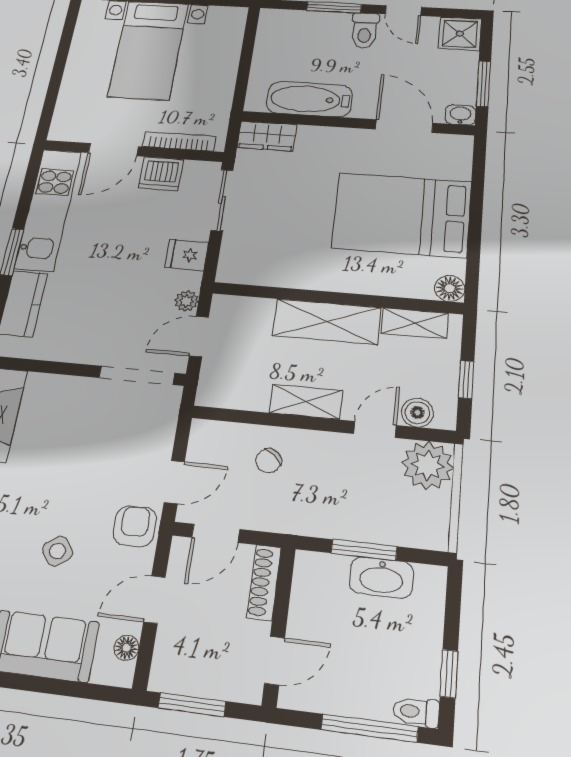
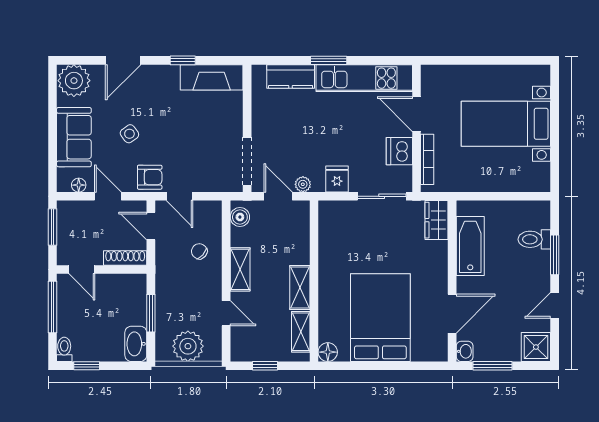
toilet: (365, 31) -> (534, 239), moved
shelving: (327, 322) -> (300, 288), width x0.67, depth x0.75
boiler: (417, 413) -> (240, 217), moved
plant: (428, 465) -> (188, 346), moved
washbasin: (381, 577) -> (136, 344), moved
window: (370, 728) -> (53, 307), moved

